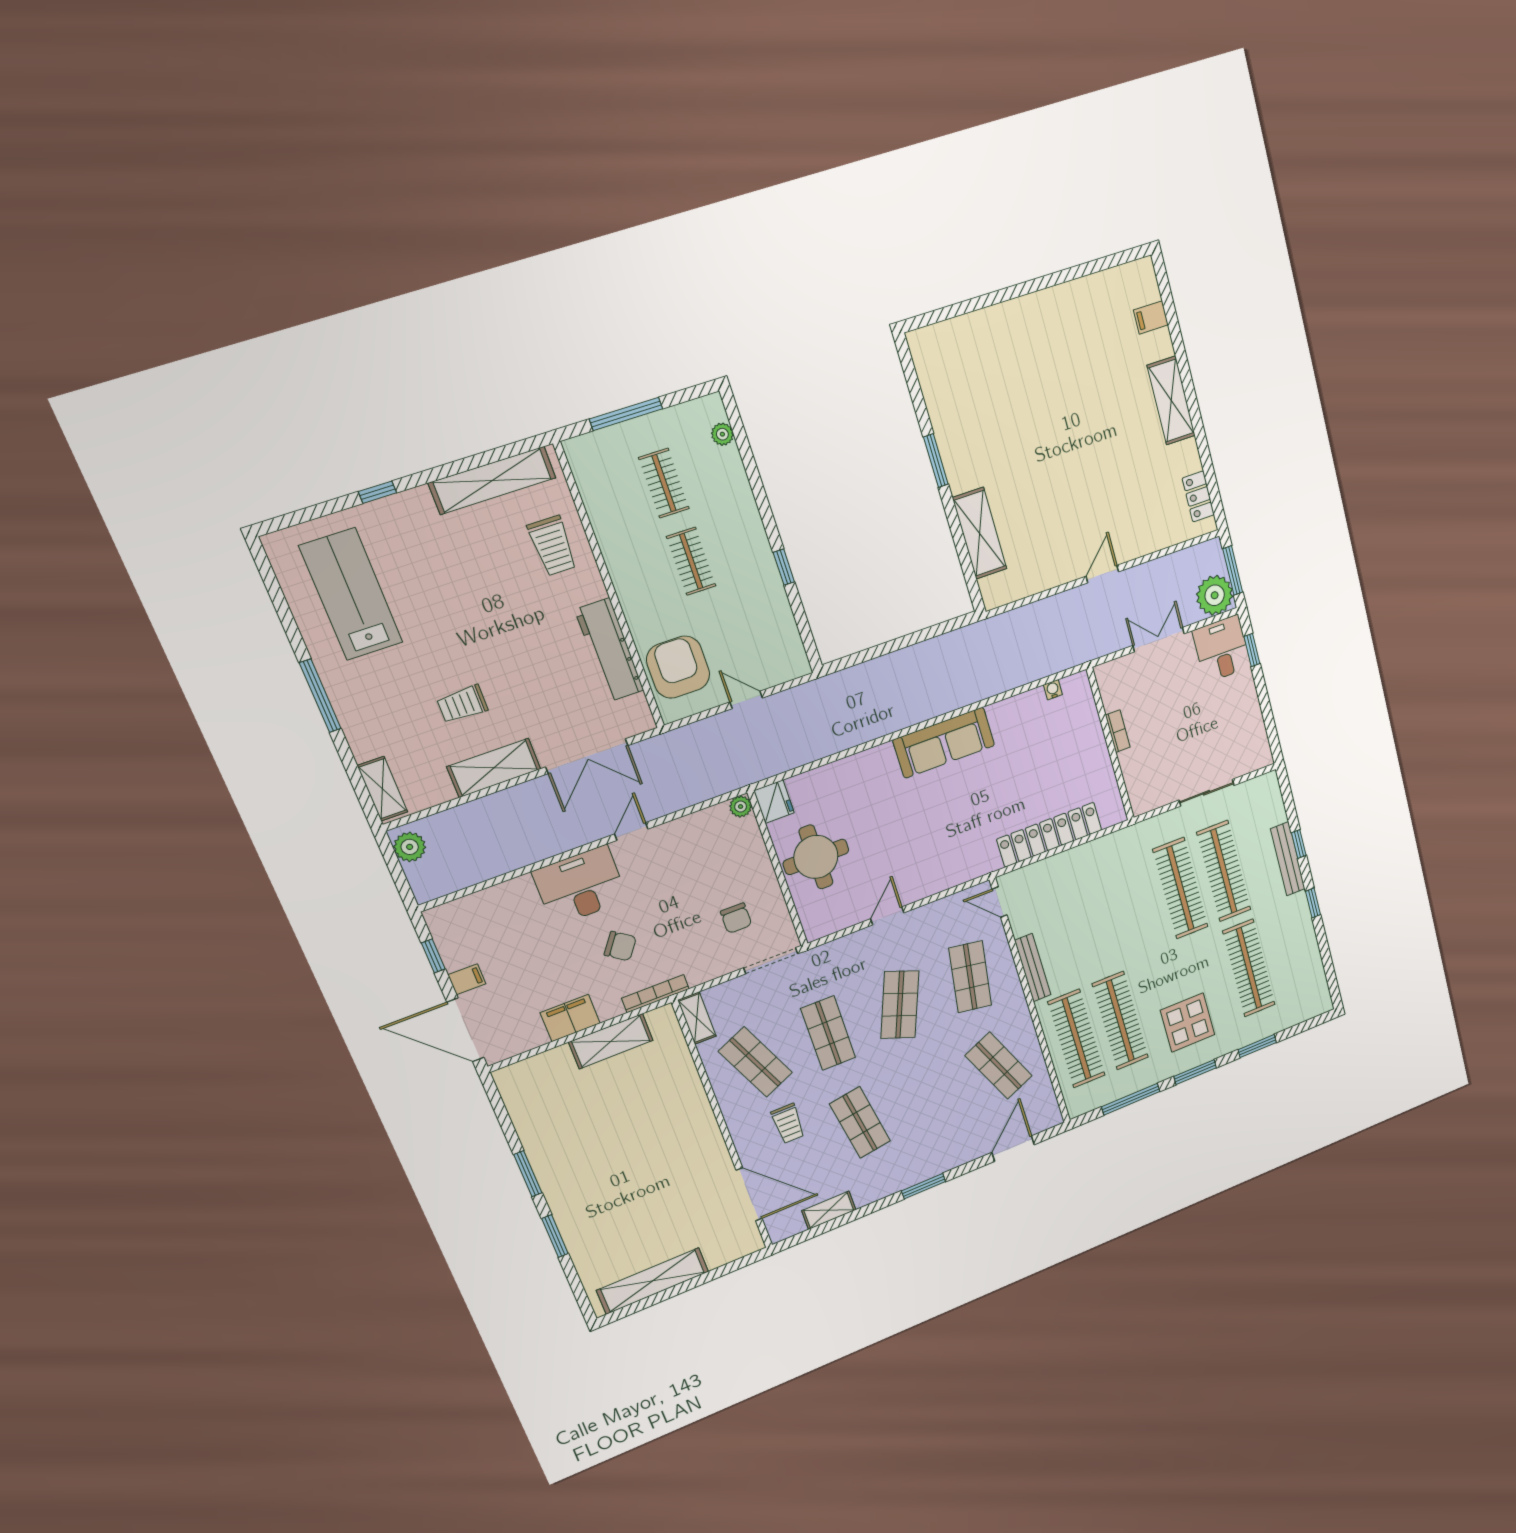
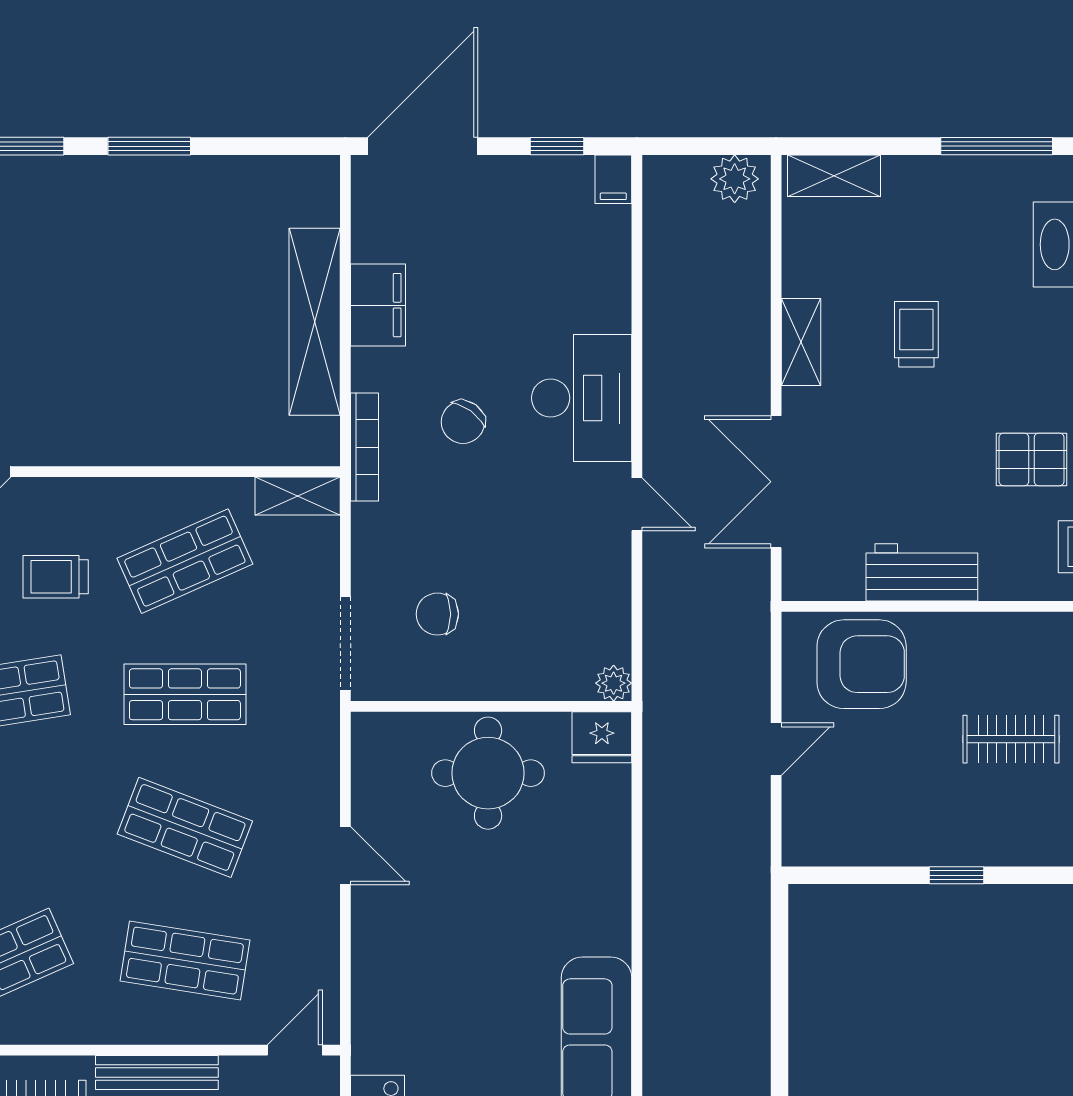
pallet: (513, 606) -> (1032, 459), added
workbench: (609, 650) -> (922, 572), width x0.73
shelving: (494, 768) -> (801, 342), width x0.67, depth x0.75
filing cabinet: (467, 979) -> (613, 179), moved
shelving: (611, 1041) -> (315, 322), width x1.47

